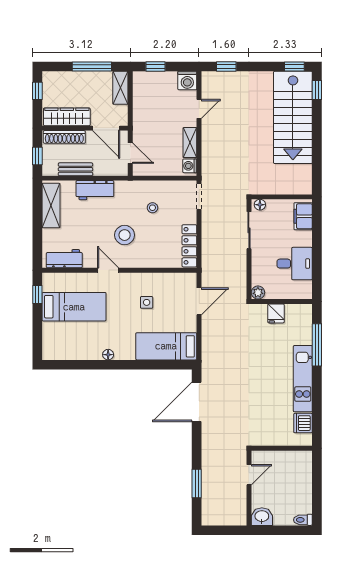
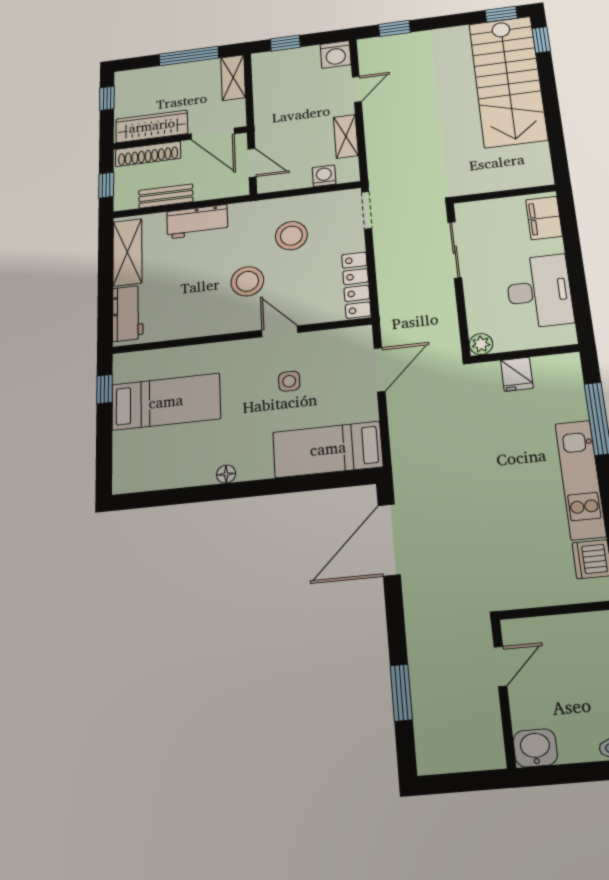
washing machine: (190, 166) -> (324, 176), moved, turned 90
floor lamp: (260, 205) -> (469, 210), removed
stool: (152, 208) -> (291, 236), width x1.89, depth x1.89
workbench: (64, 259) -> (128, 313), moved, turned 90
desk: (295, 264) -> (539, 291), width x1.37
door: (108, 270) -> (280, 331), moved

